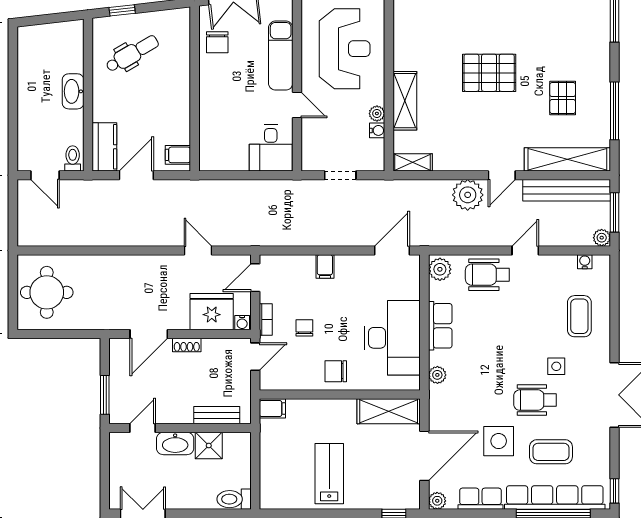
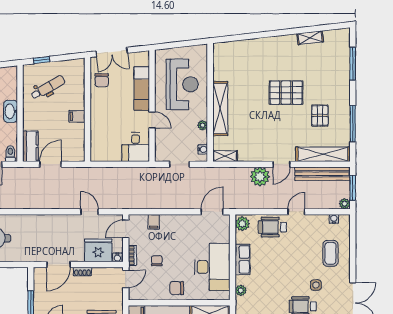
pallet: (489, 73) -> (286, 93), moved
shelving: (405, 101) -> (220, 109), width x1.47
water cooler: (377, 130) -> (203, 149), moved
filing cabinet: (178, 155) -> (77, 116), moved
filing cabinet: (325, 266) -> (154, 222), moved

